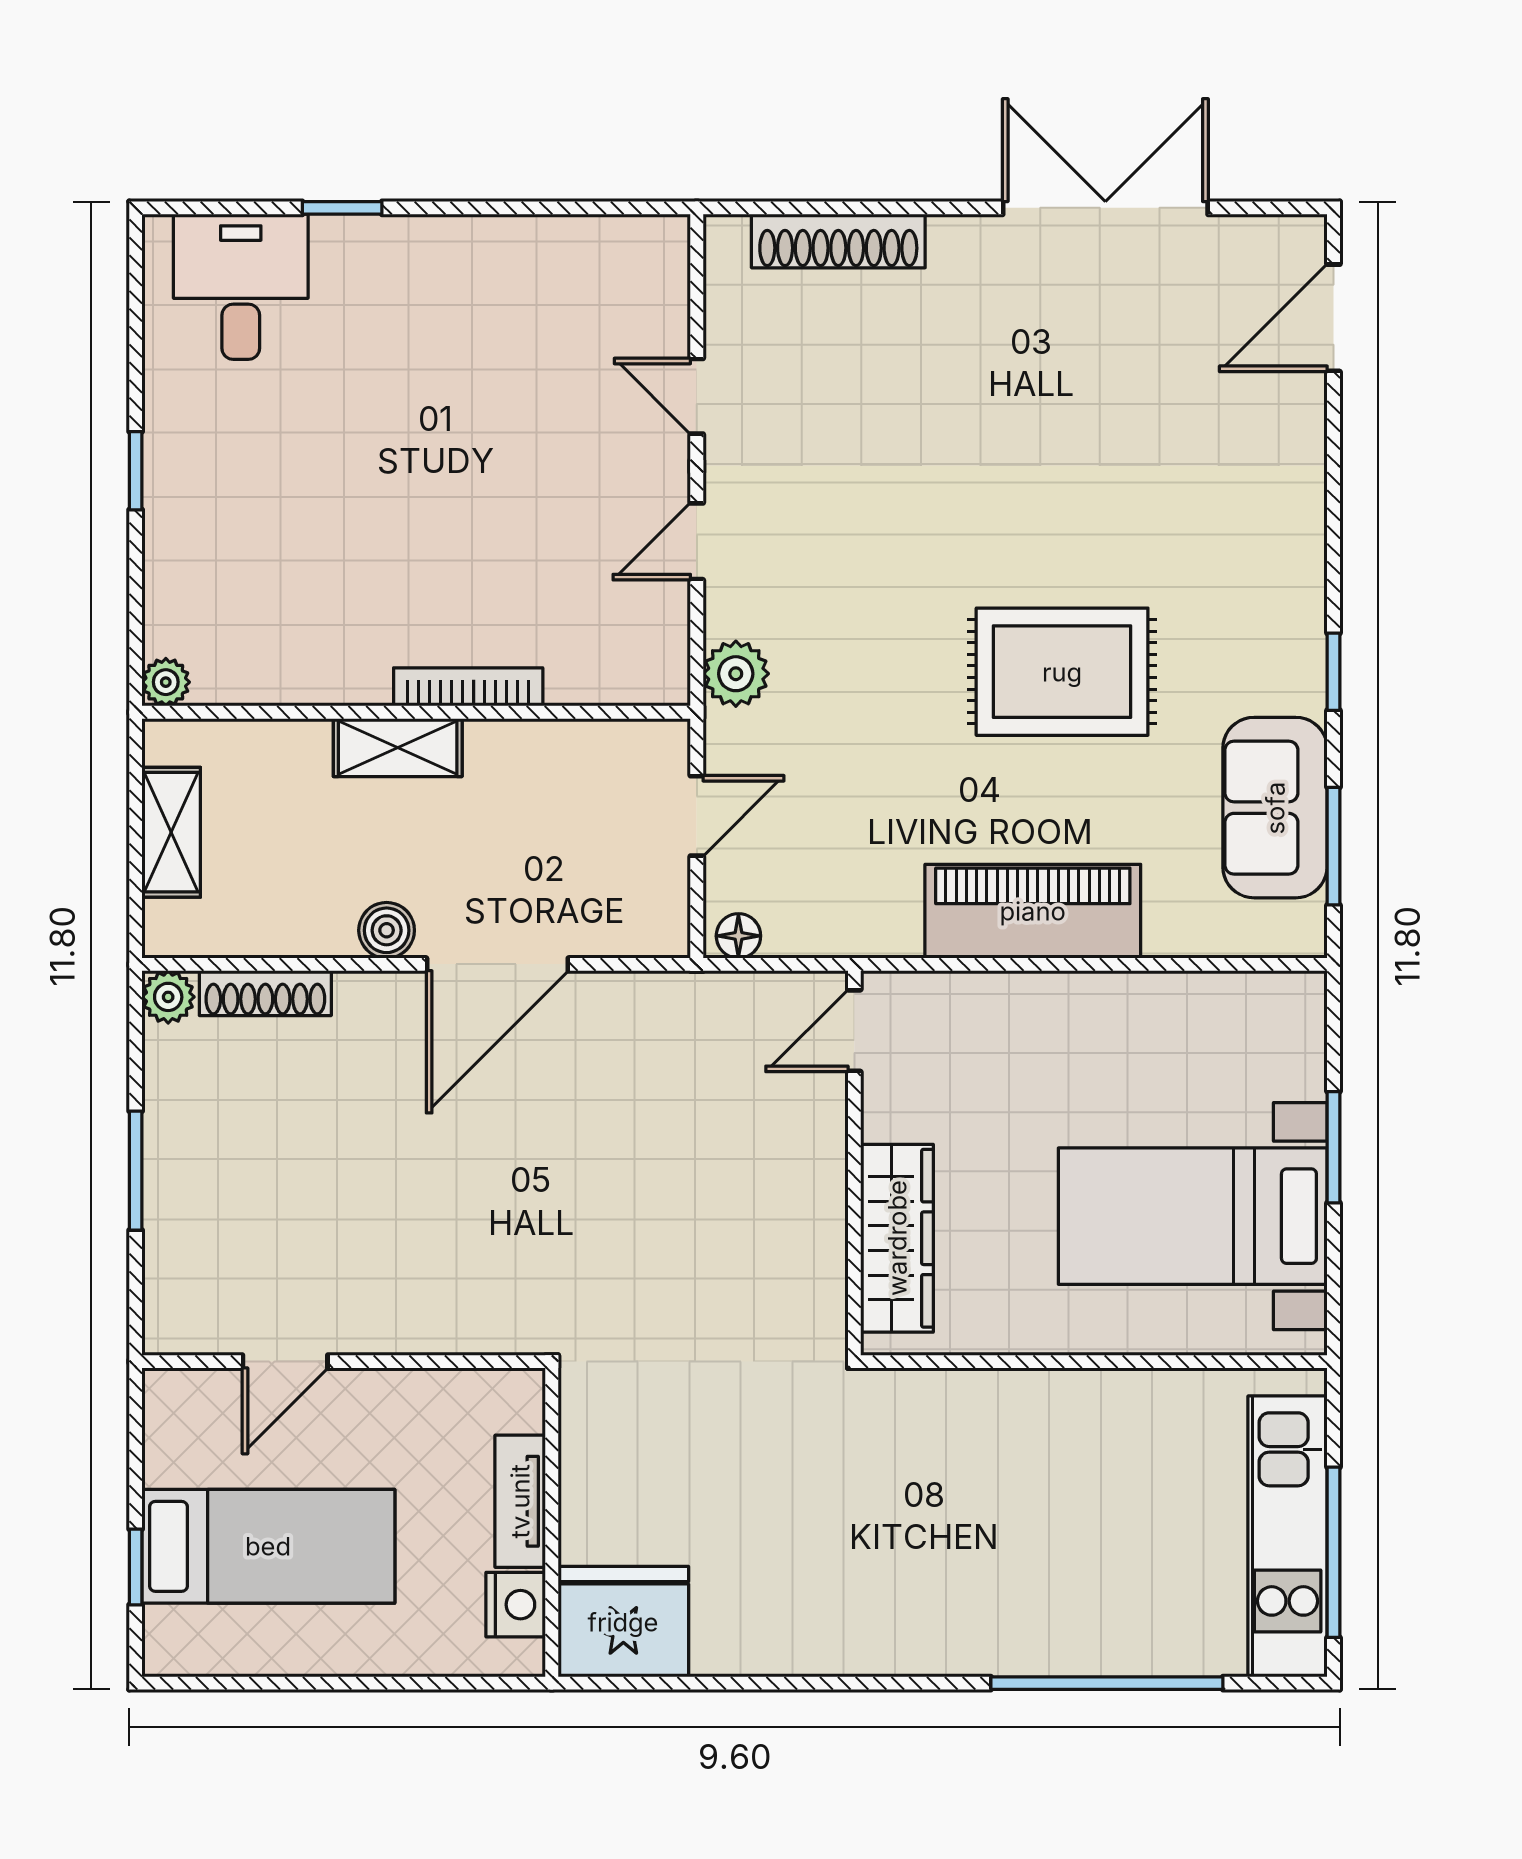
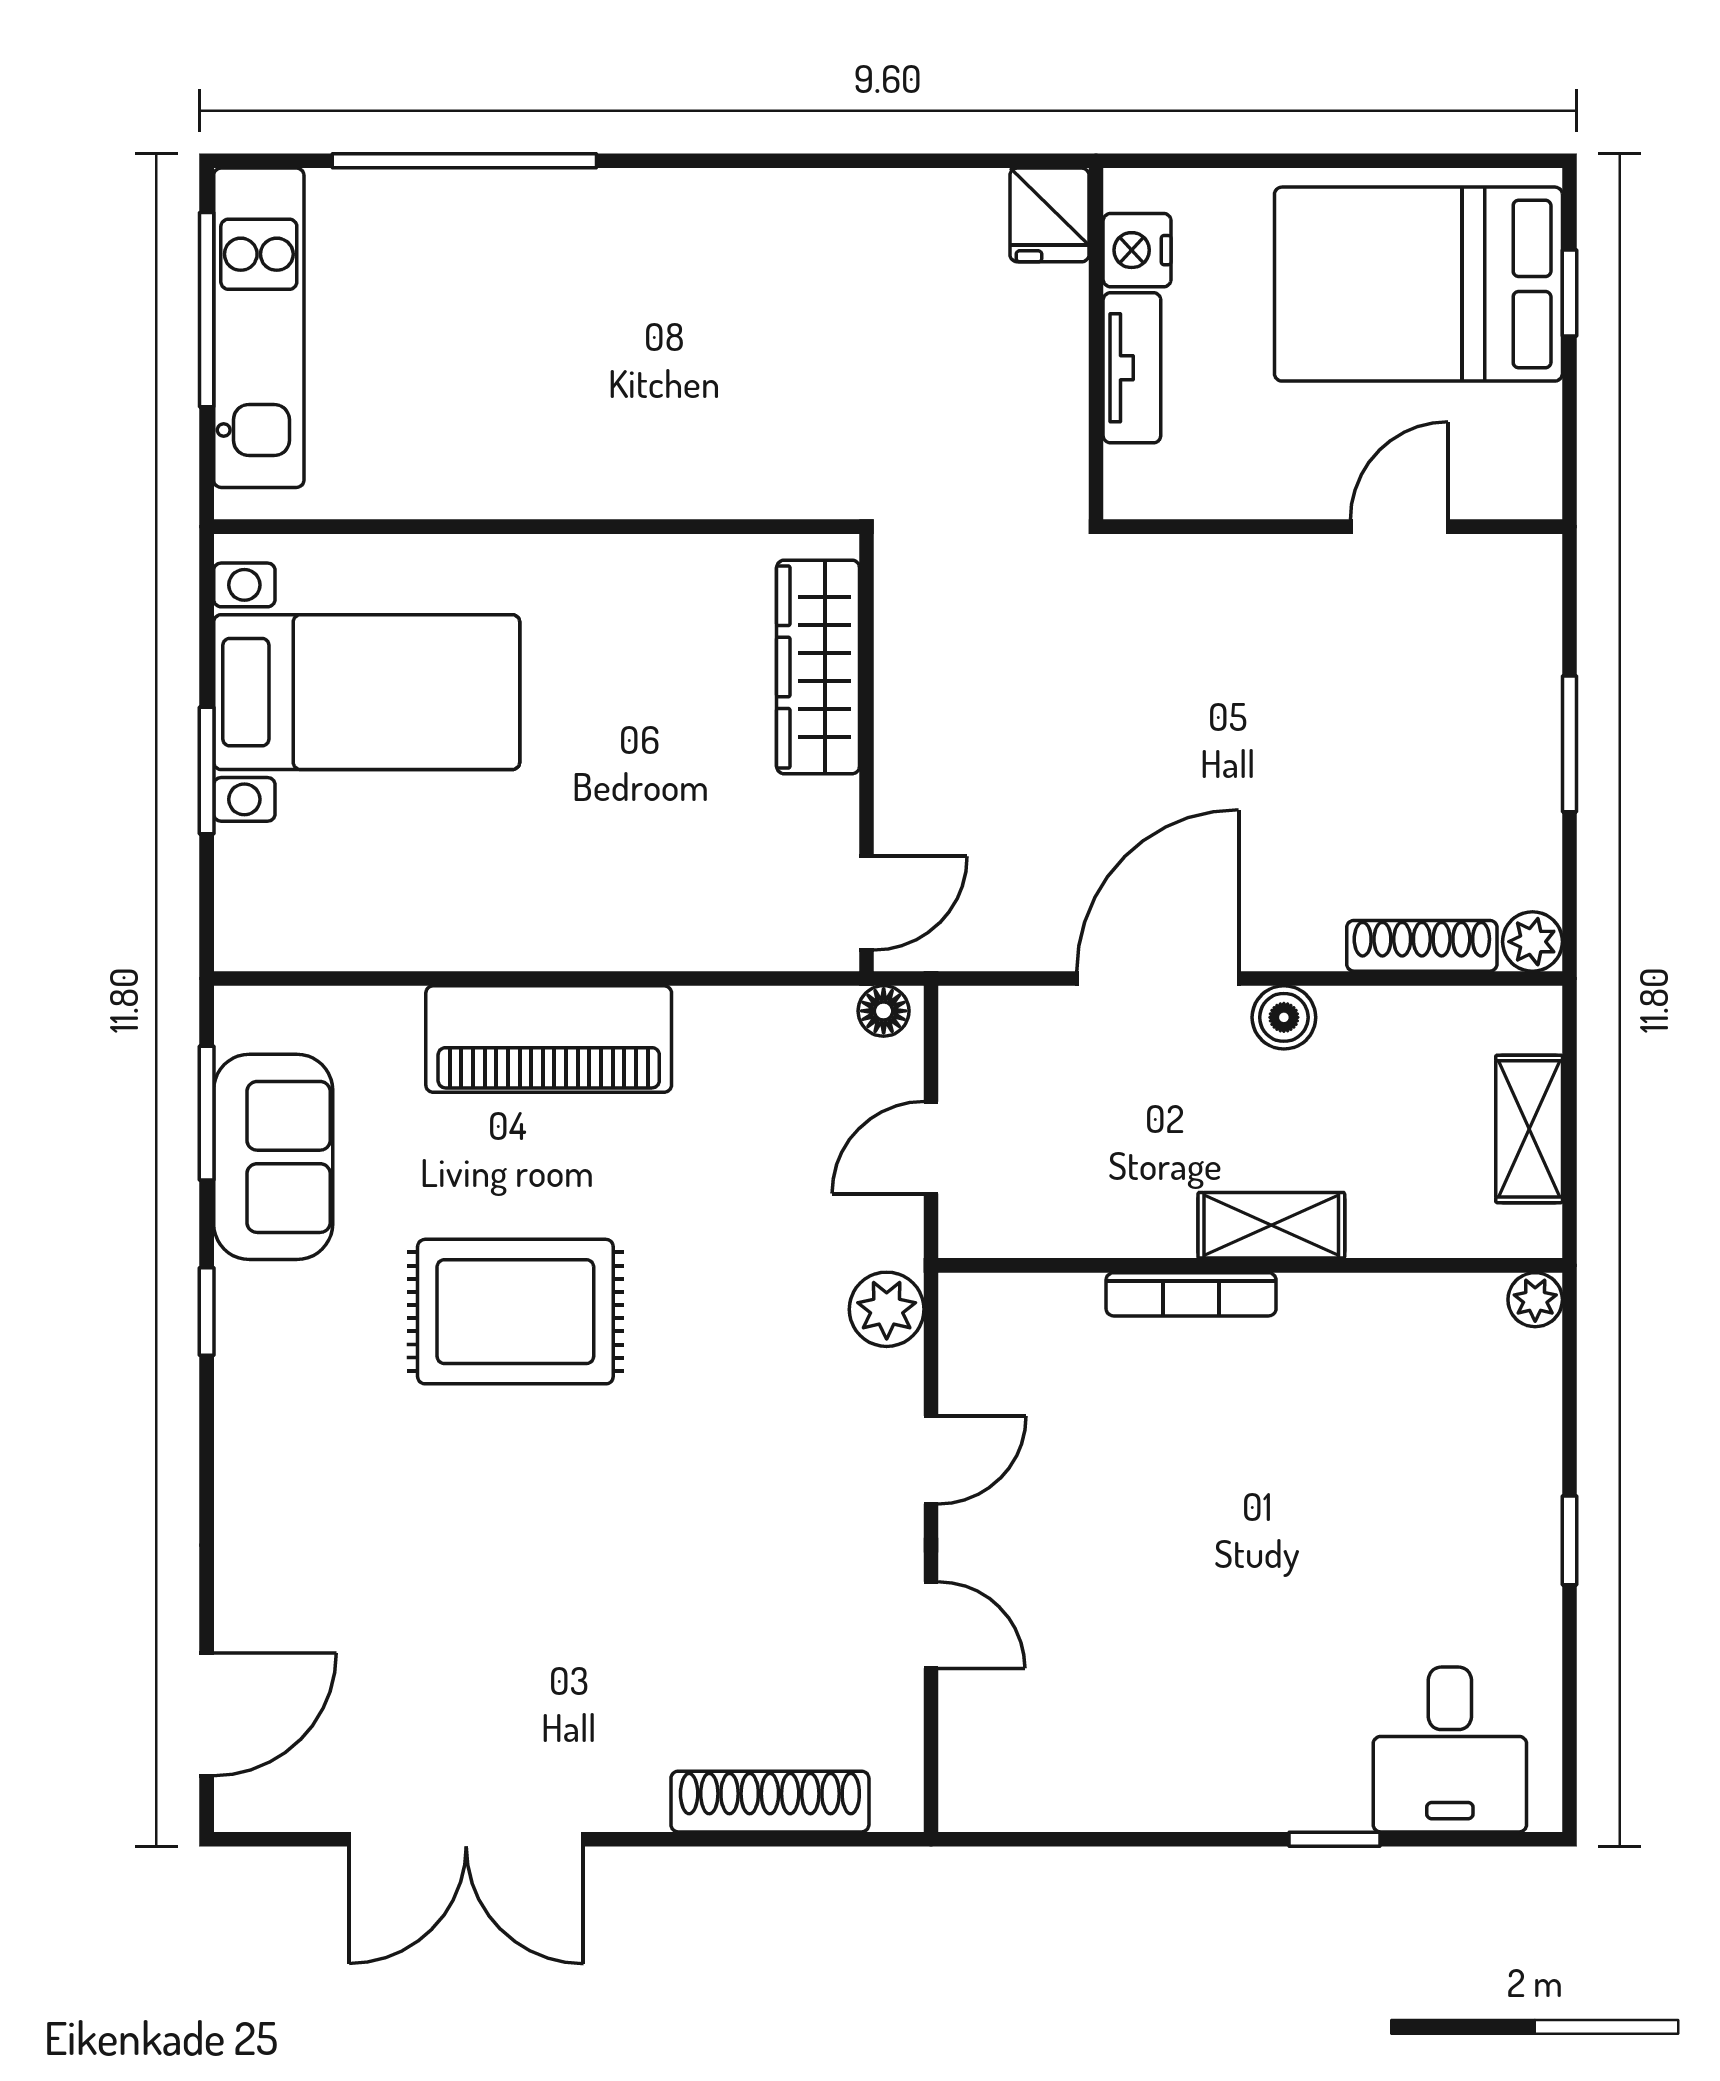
door: (854, 1031) -> (867, 903), moved
wall: (854, 1163) -> (867, 753), moved
wardrobe: (897, 1238) -> (818, 667), moved
bed: (268, 1546) -> (1418, 284), width x1.50
fridge: (623, 1622) -> (1049, 215), width x0.53, depth x0.75

